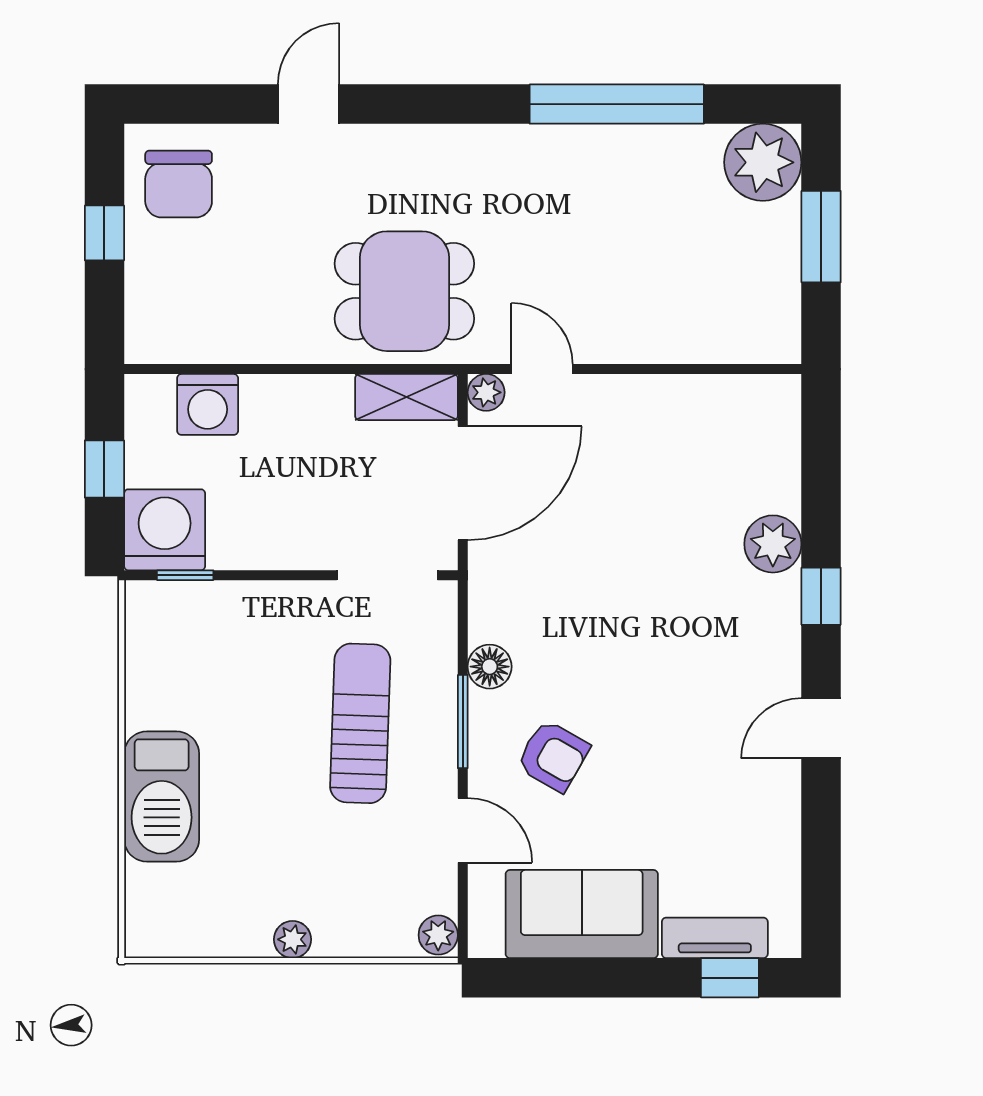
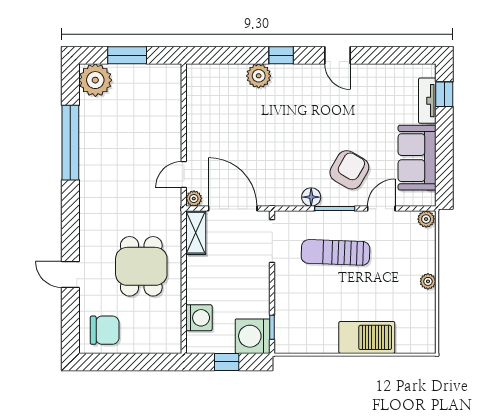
window: (104, 233) -> (126, 362), removed
dining table: (404, 291) -> (141, 266), moved
armchair: (553, 756) -> (349, 170), width x1.38, depth x1.38

